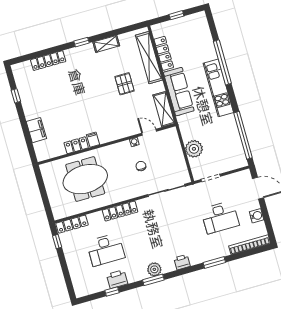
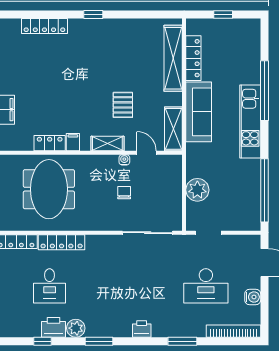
shelving: (106, 44) -> (107, 144), moved
pallet: (125, 84) -> (123, 105), moved
meeting table: (85, 179) -> (49, 189), turned 90
locker: (120, 211) -> (62, 242), moved
desk: (106, 250) -> (50, 286), width x0.73
plant: (154, 269) -> (76, 328), moved

